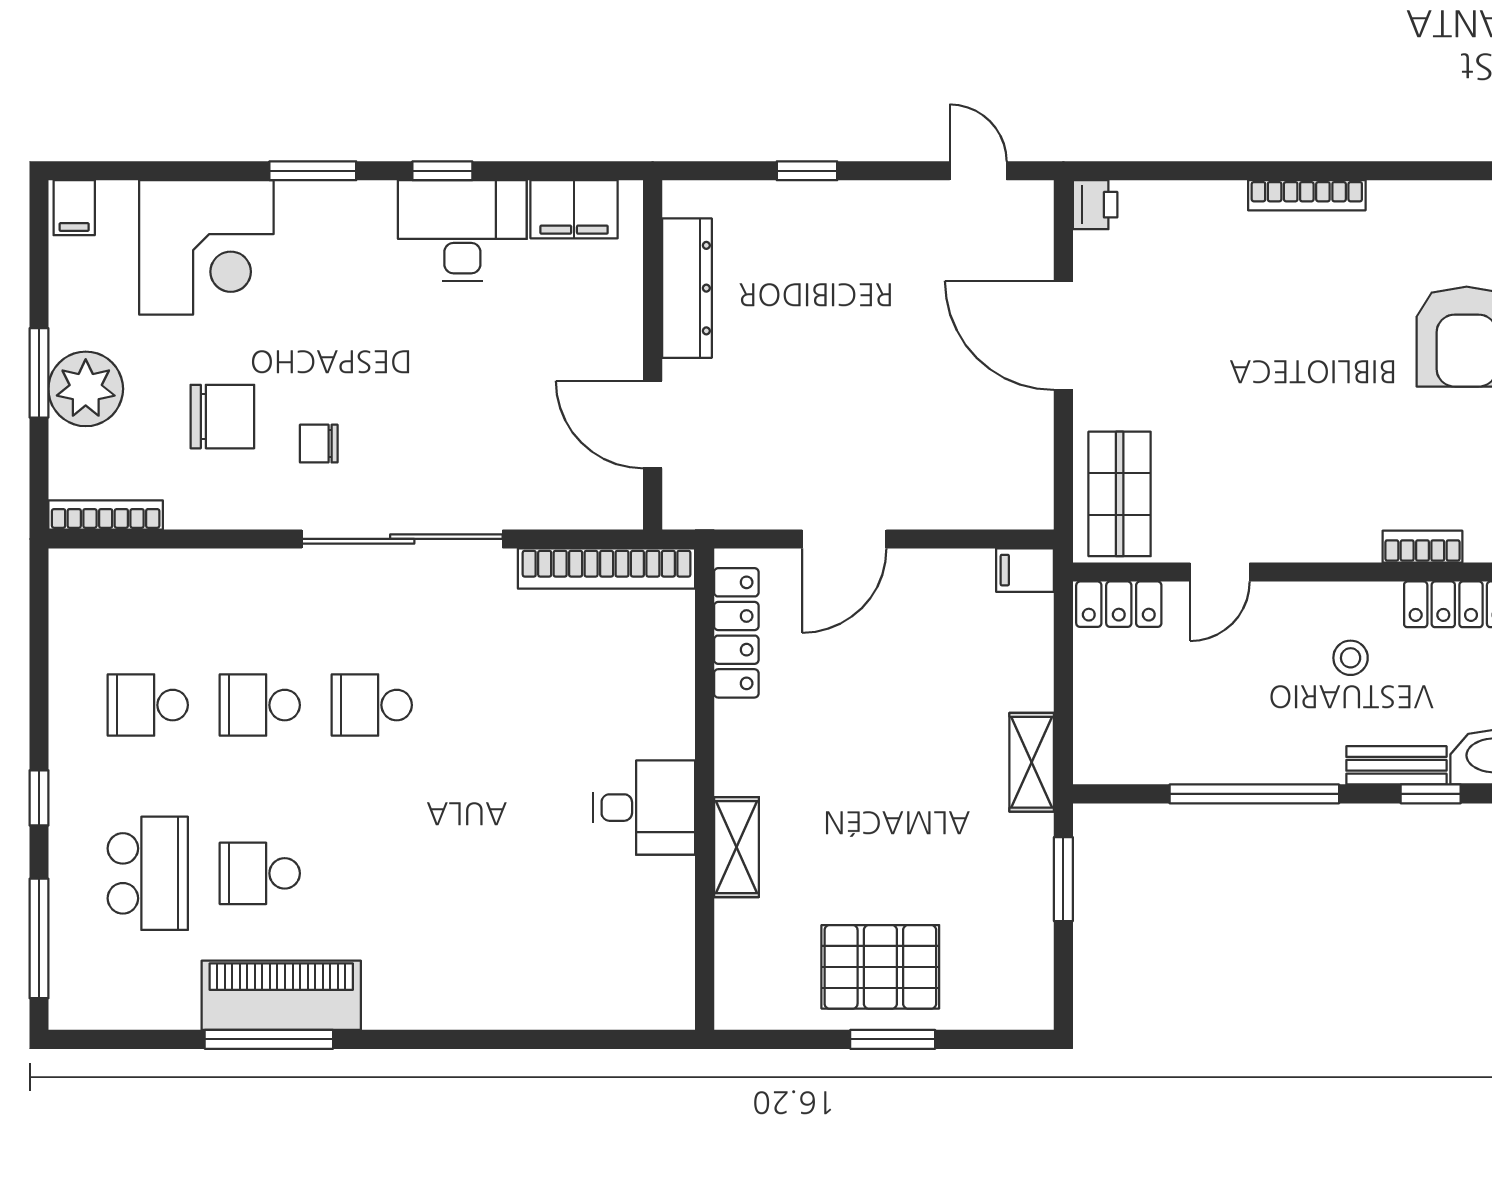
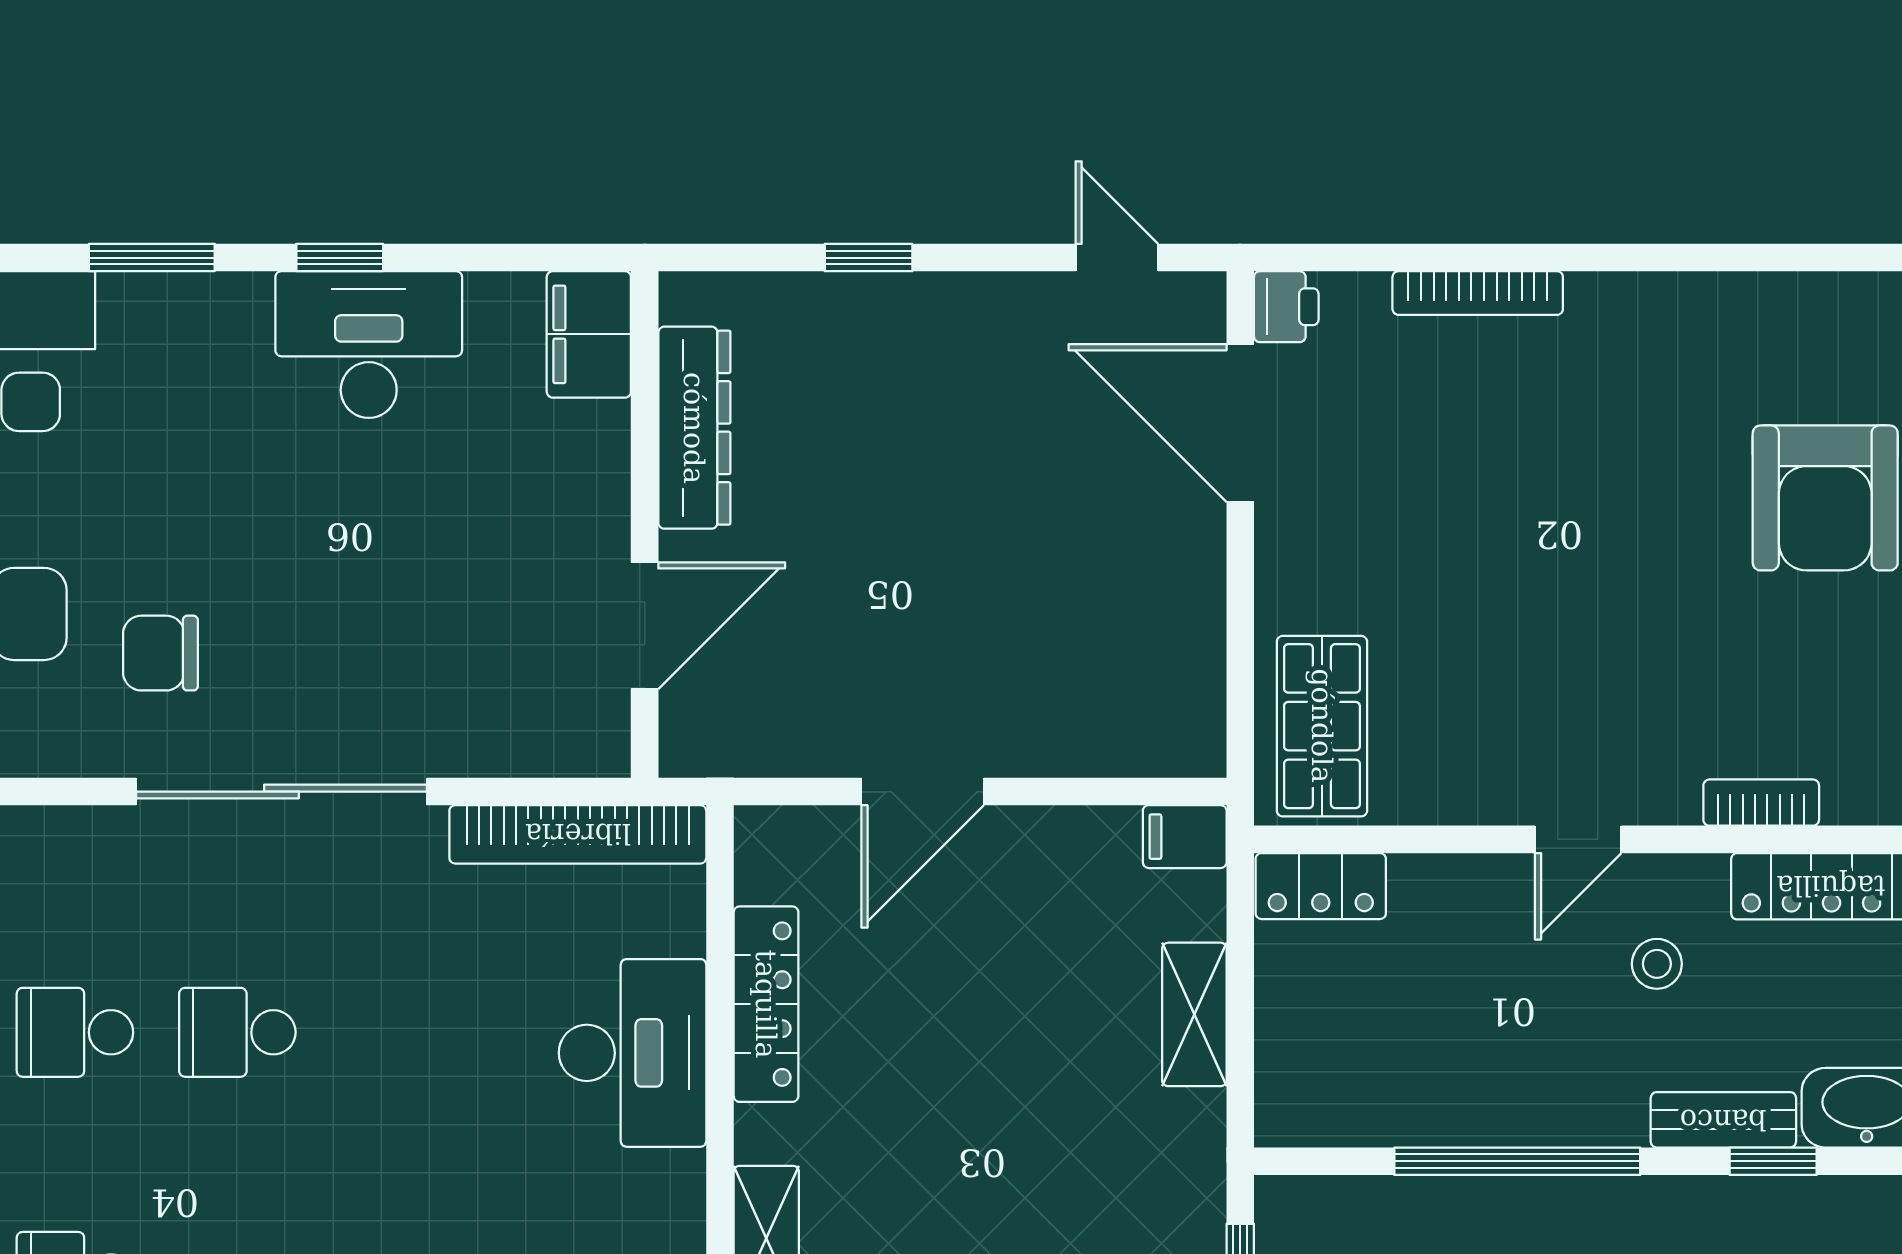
bookcase: (1307, 195) -> (1478, 293), moved
filing cabinet: (574, 209) -> (589, 334), moved, turned 90
door: (1063, 335) -> (1240, 423), moved
door: (653, 425) -> (645, 626), swing flipped
chair: (319, 444) -> (160, 653), width x1.37, depth x1.37
door: (1220, 572) -> (1578, 839), moved
locker: (736, 633) -> (766, 1004), moved
shelving: (1032, 762) -> (1194, 1014), moved
desk: (644, 808) -> (633, 1053), moved, width x1.37

